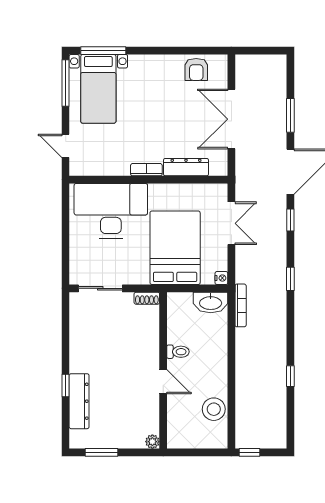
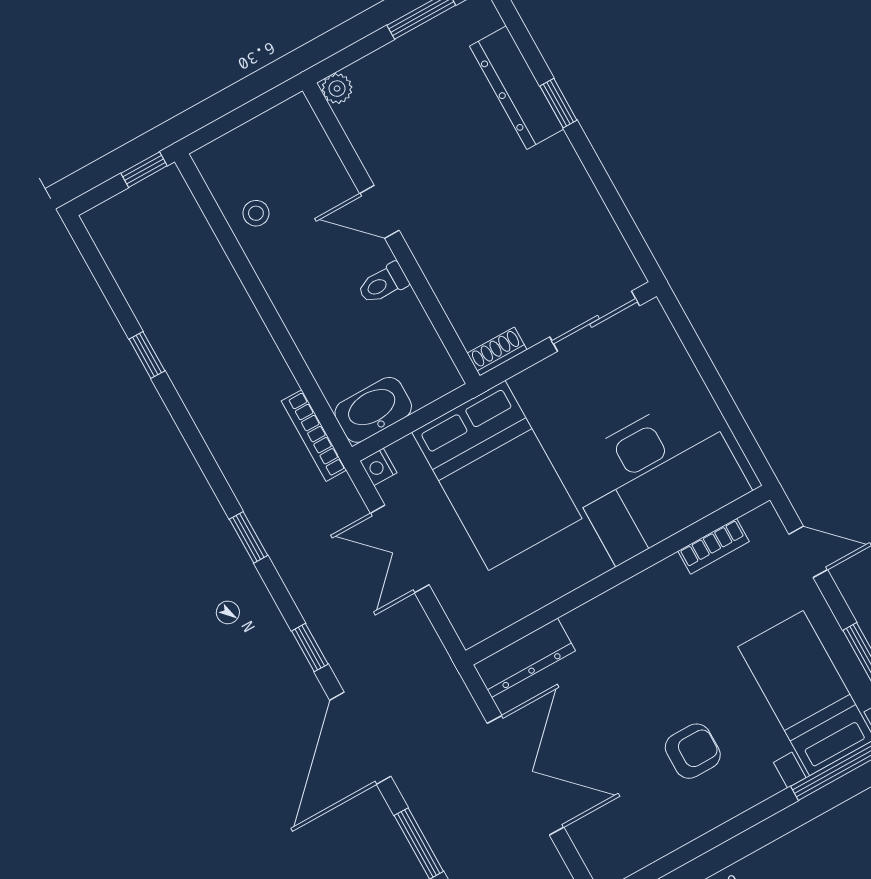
armchair: (196, 69) -> (693, 751), moved, turned 90
dresser: (186, 167) -> (524, 658), moved
bookcase: (146, 170) -> (714, 546), moved
double door: (231, 223) -> (400, 549), moved
stool: (214, 409) -> (256, 213), width x0.53, depth x0.53

